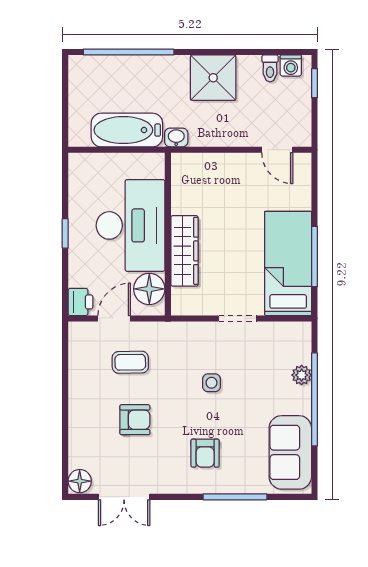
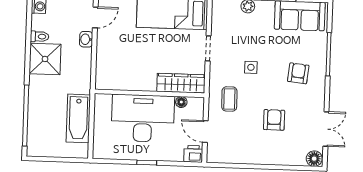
toilet: (270, 68) -> (39, 37), moved
washbasin: (176, 137) -> (86, 39), moved
wardrobe: (184, 251) -> (181, 83), moved
floor lamp: (149, 289) -> (181, 102), width x0.53, depth x0.53
coffee table: (130, 362) -> (229, 99), moved
armchair: (205, 453) -> (298, 73), turned -84

